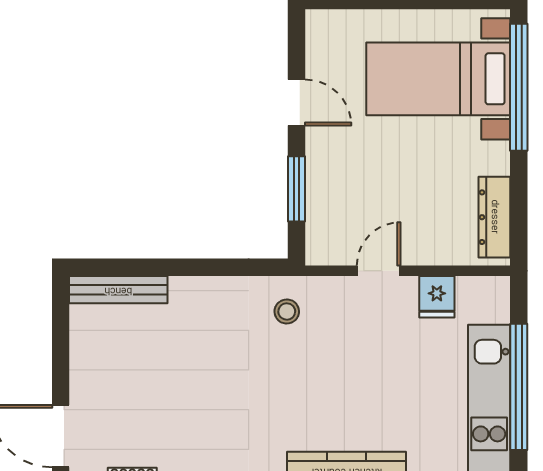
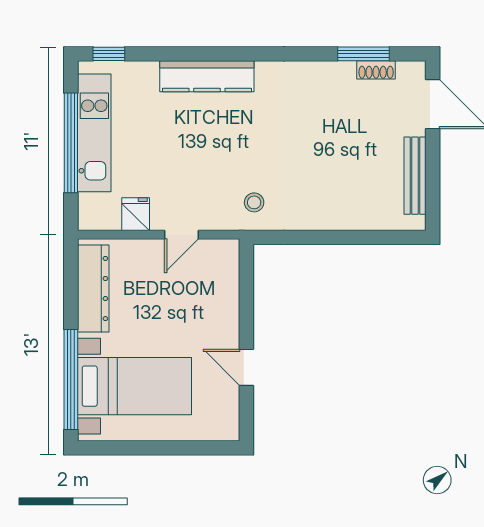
window: (297, 189) -> (246, 299), removed
dresser: (494, 217) -> (93, 289), width x1.37, depth x1.24
bench: (118, 290) -> (415, 176), moved, turned 90

